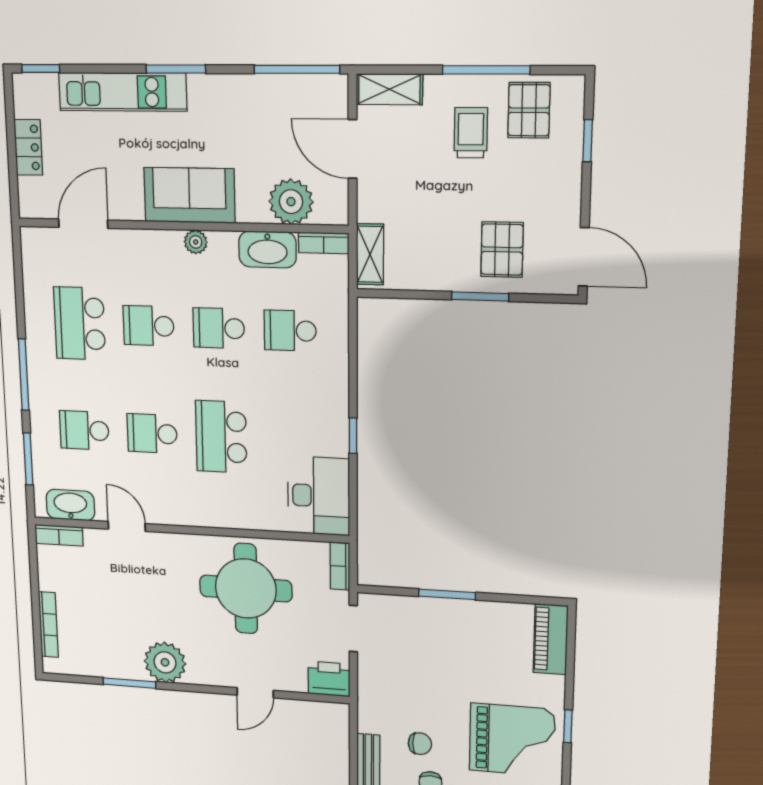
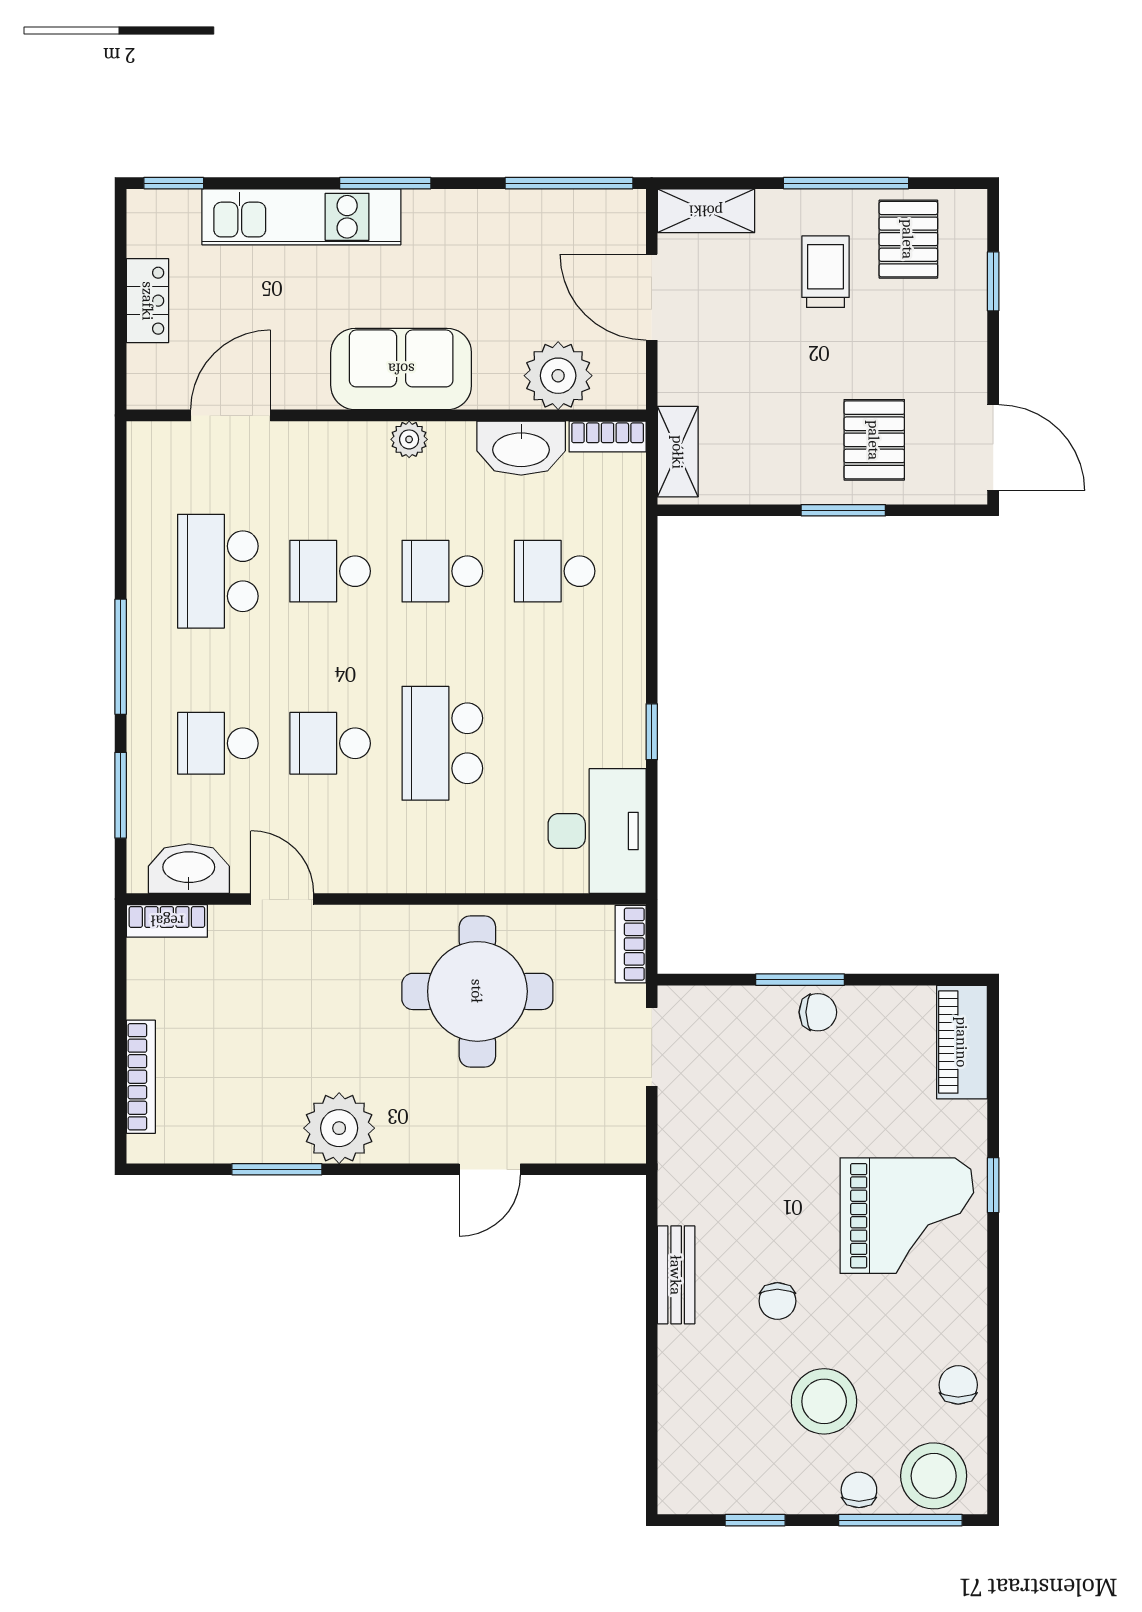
printer: (329, 679) -> (612, 1136), removed
chair: (420, 744) -> (818, 1012), moved

